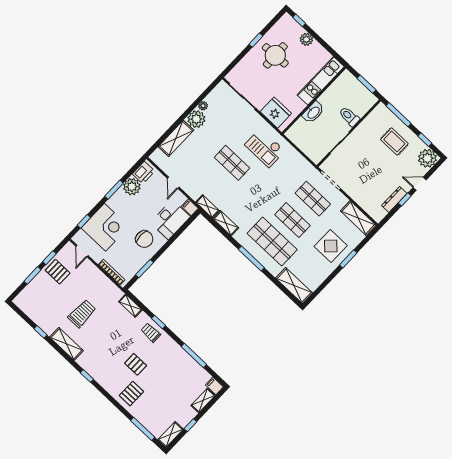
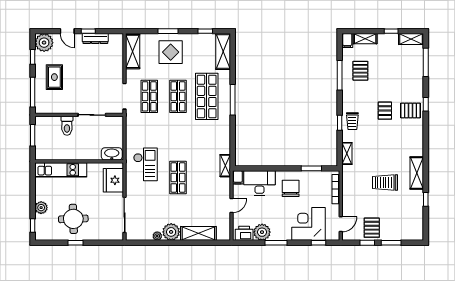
washbasin: (313, 112) -> (112, 154), moved
shelving: (226, 223) -> (225, 141), removed
window: (322, 287) -> (205, 31), added
pallet: (183, 374) -> (360, 71), added
window: (87, 376) -> (426, 104), moved
pallet: (131, 394) -> (410, 110), moved

